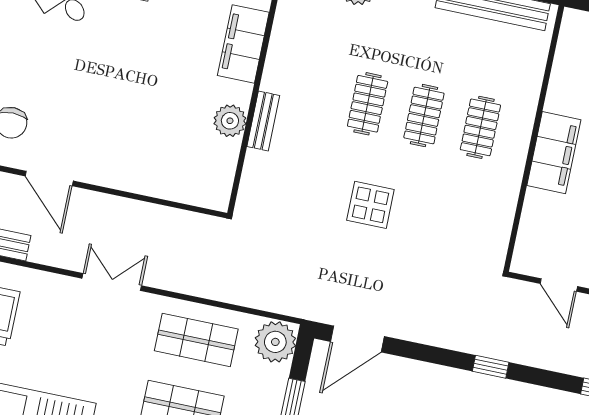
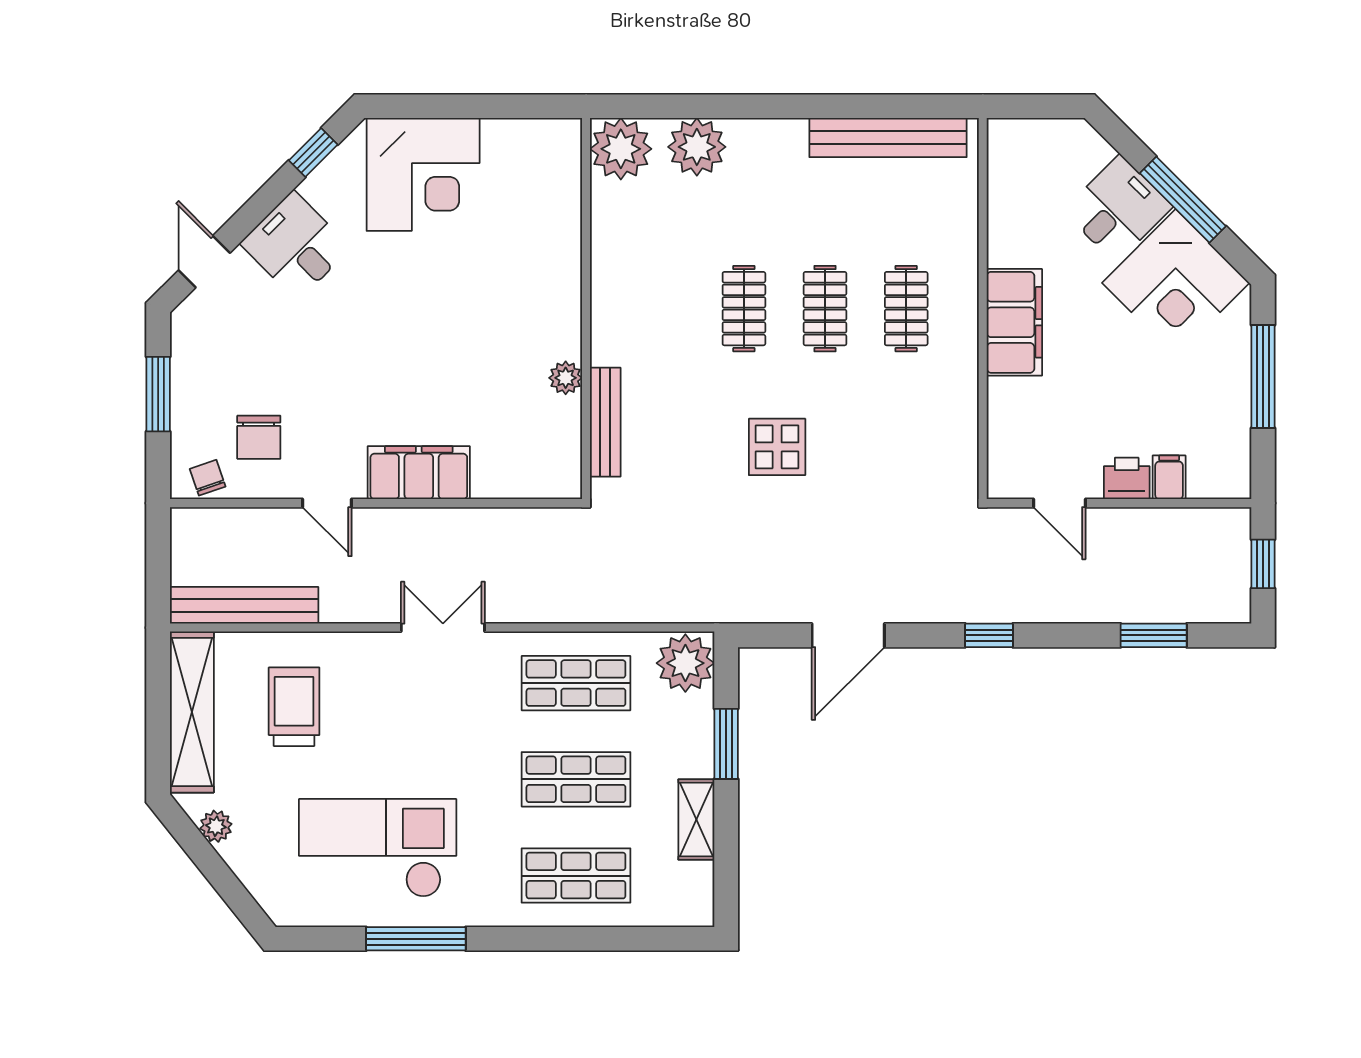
filing cabinet: (243, 44) -> (419, 473), moved, turned 90
plant: (230, 121) -> (566, 378), width x0.73, depth x0.73
bench: (263, 121) -> (605, 422), moved, width x1.36
door: (49, 179) -> (327, 503), width x0.73
door: (357, 339) -> (848, 635), moved

